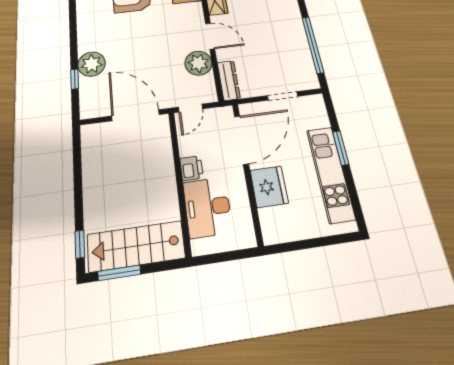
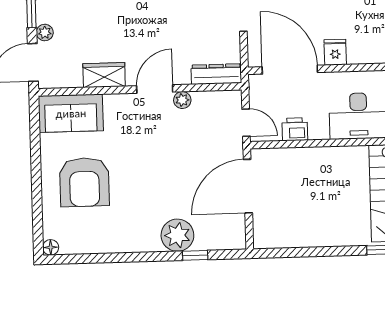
plant: (198, 63) -> (182, 100), width x0.53, depth x0.53
printer: (191, 168) -> (295, 129), moved
fridge: (269, 187) -> (335, 52), width x0.53, depth x0.75

